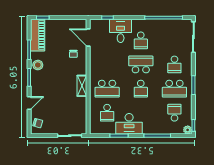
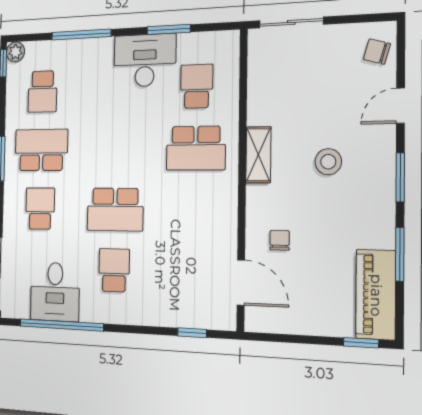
desk: (121, 31) -> (55, 292), moved
stool: (38, 65) -> (328, 162), moved
school desk: (107, 89) -> (196, 148), turned 180
school desk: (141, 89) -> (116, 149), removed

